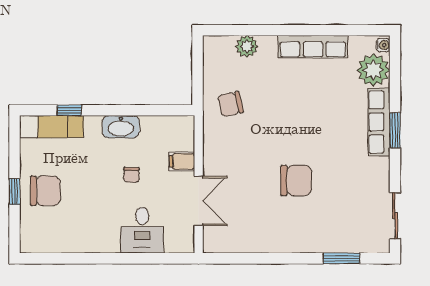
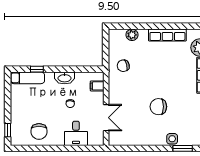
filing cabinet: (182, 161) -> (97, 86), moved
chair: (296, 180) -> (158, 107), turned 180
chair: (45, 191) -> (39, 131), moved, turned 90
window: (15, 192) -> (8, 130), moved
side table: (322, 240) -> (172, 139), added

